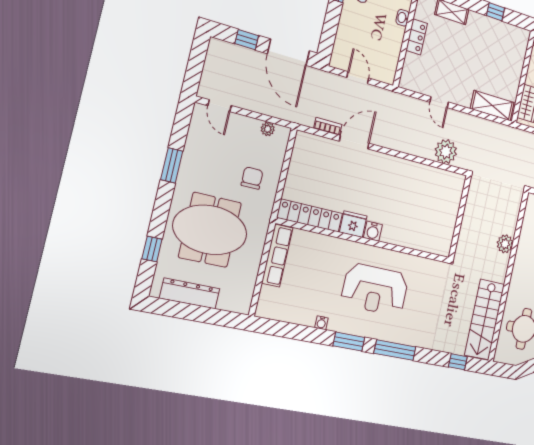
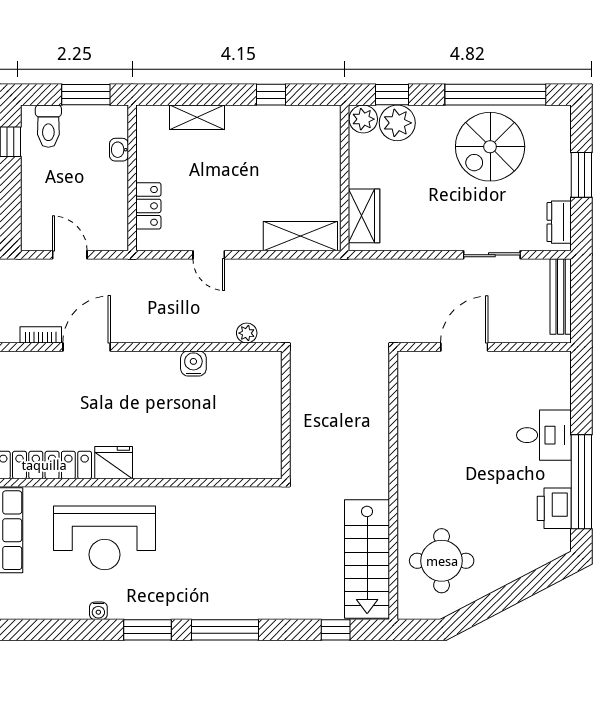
locker: (417, 37) -> (148, 206), moved
plant: (446, 152) -> (247, 333), width x0.53, depth x0.53
water cooler: (373, 231) -> (193, 363), moved, turned 180
plant: (505, 244) -> (375, 438), removed
reception desk: (375, 289) -> (105, 538), moved

